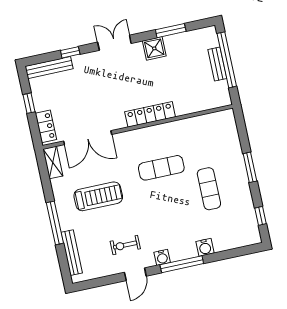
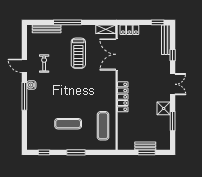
window: (227, 60) -> (147, 152), width x0.47
window: (29, 103) -> (158, 22), moved
exercise mat: (161, 168) -> (103, 126), moved
water cooler: (205, 247) -> (32, 113), removed

